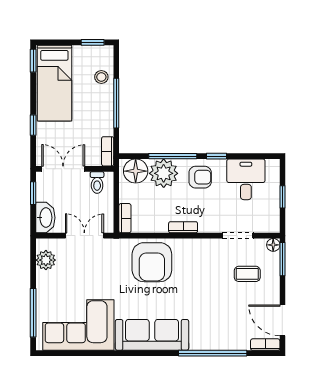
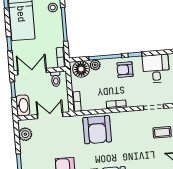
plant: (164, 173) -> (95, 65), width x0.53, depth x0.53
armchair: (200, 177) -> (125, 70), turned 180

